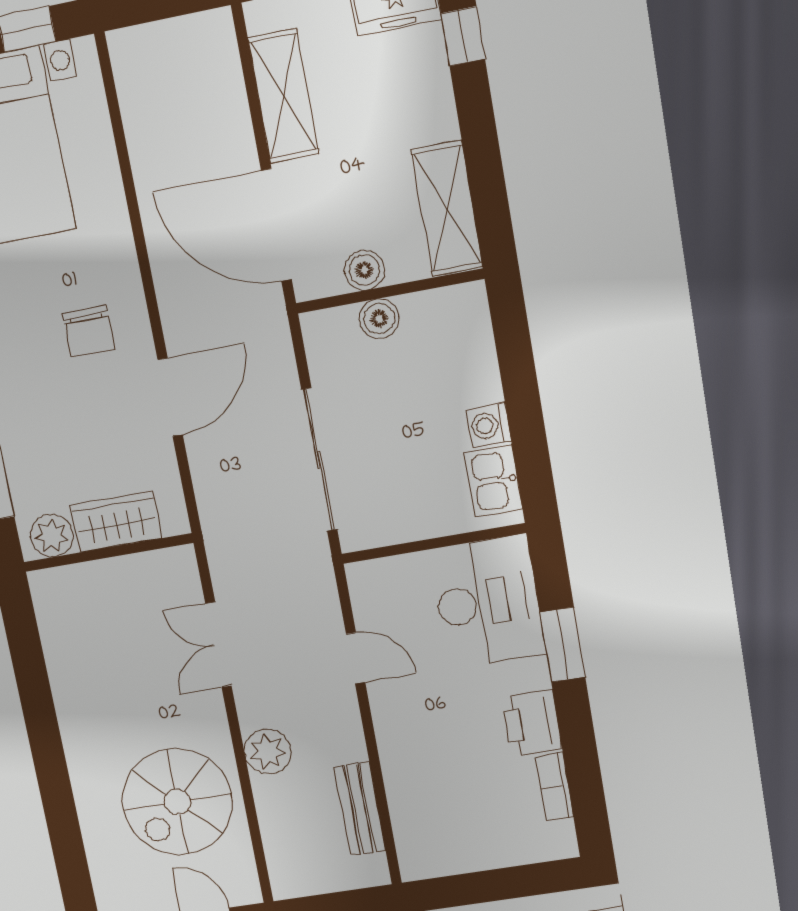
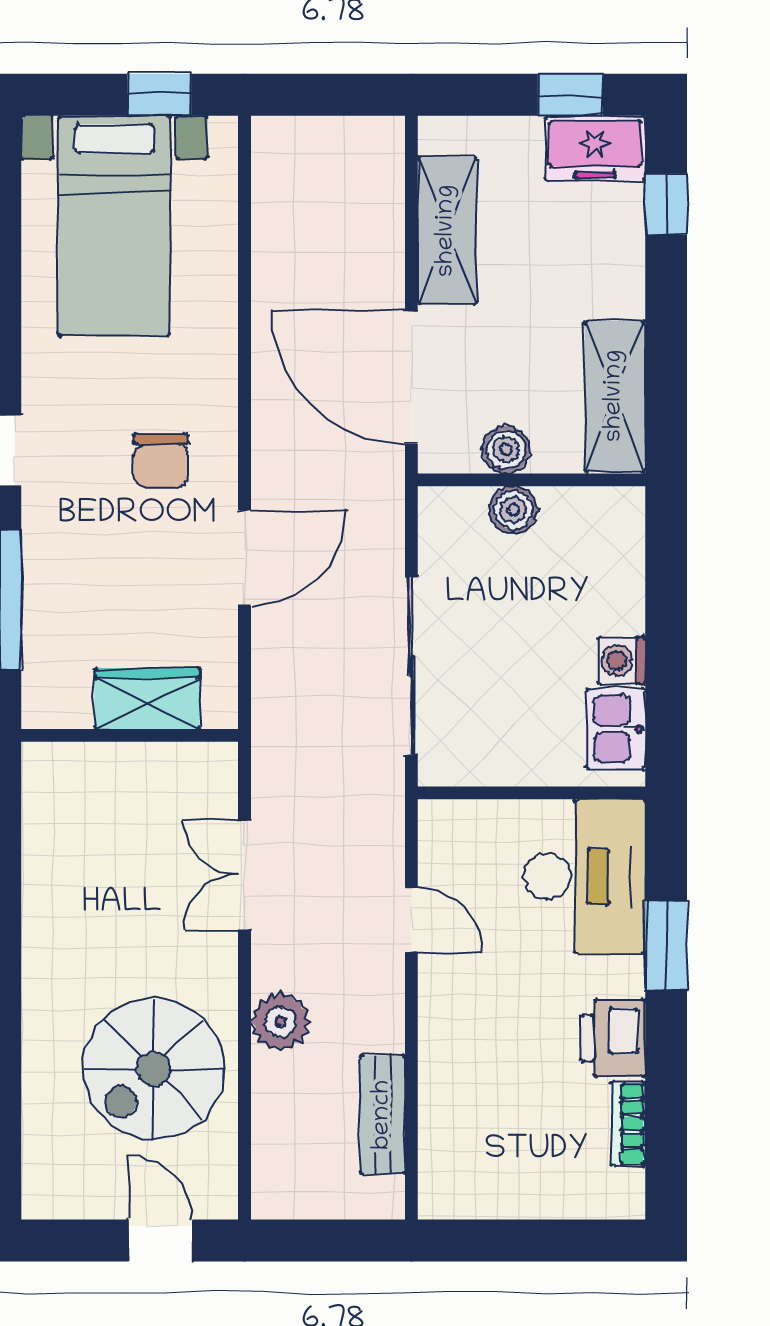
plant: (52, 536) -> (63, 702), removed

